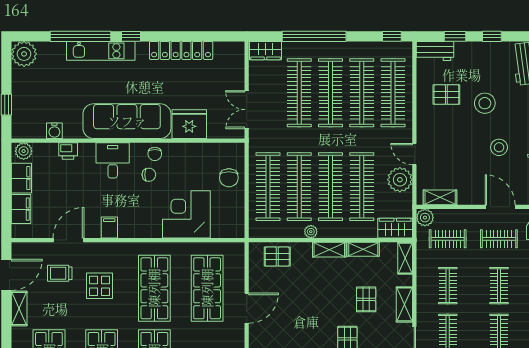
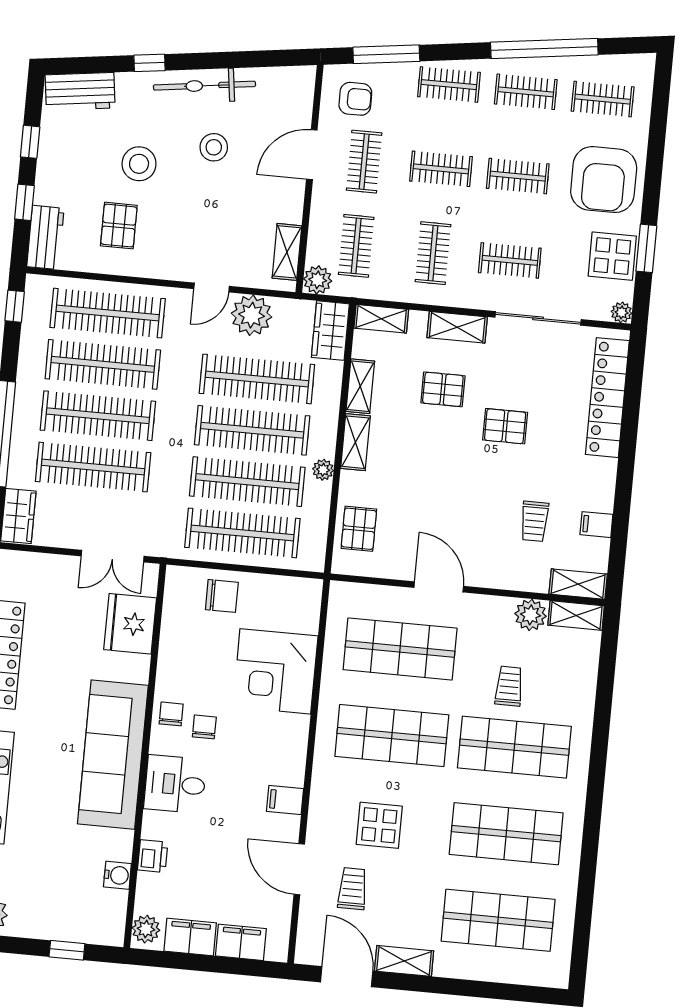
fridge: (189, 124) -> (130, 624), moved
chair: (155, 154) -> (171, 714), turned -90
trolley: (60, 273) -> (352, 889), turned 180
clothes rail: (448, 286) -> (433, 253), turned 90

